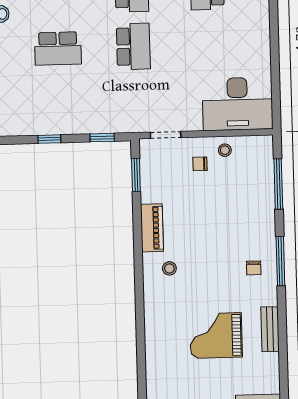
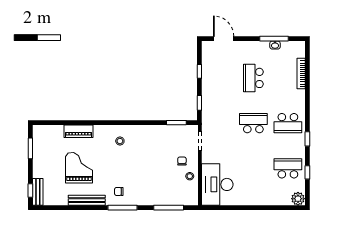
school desk: (133, 46) -> (253, 123), turned 180
piano: (152, 228) -> (78, 131), moved
bench: (270, 329) -> (87, 200), width x1.36

